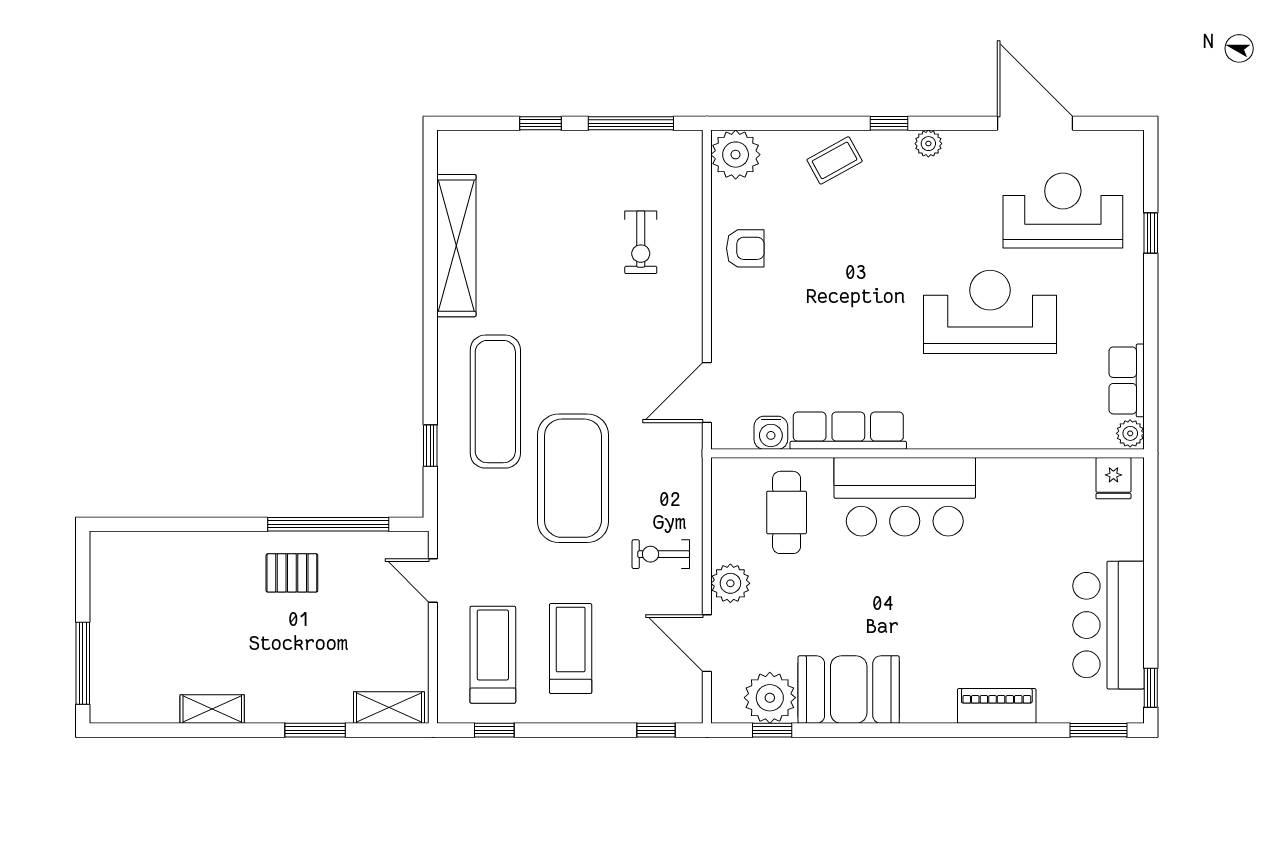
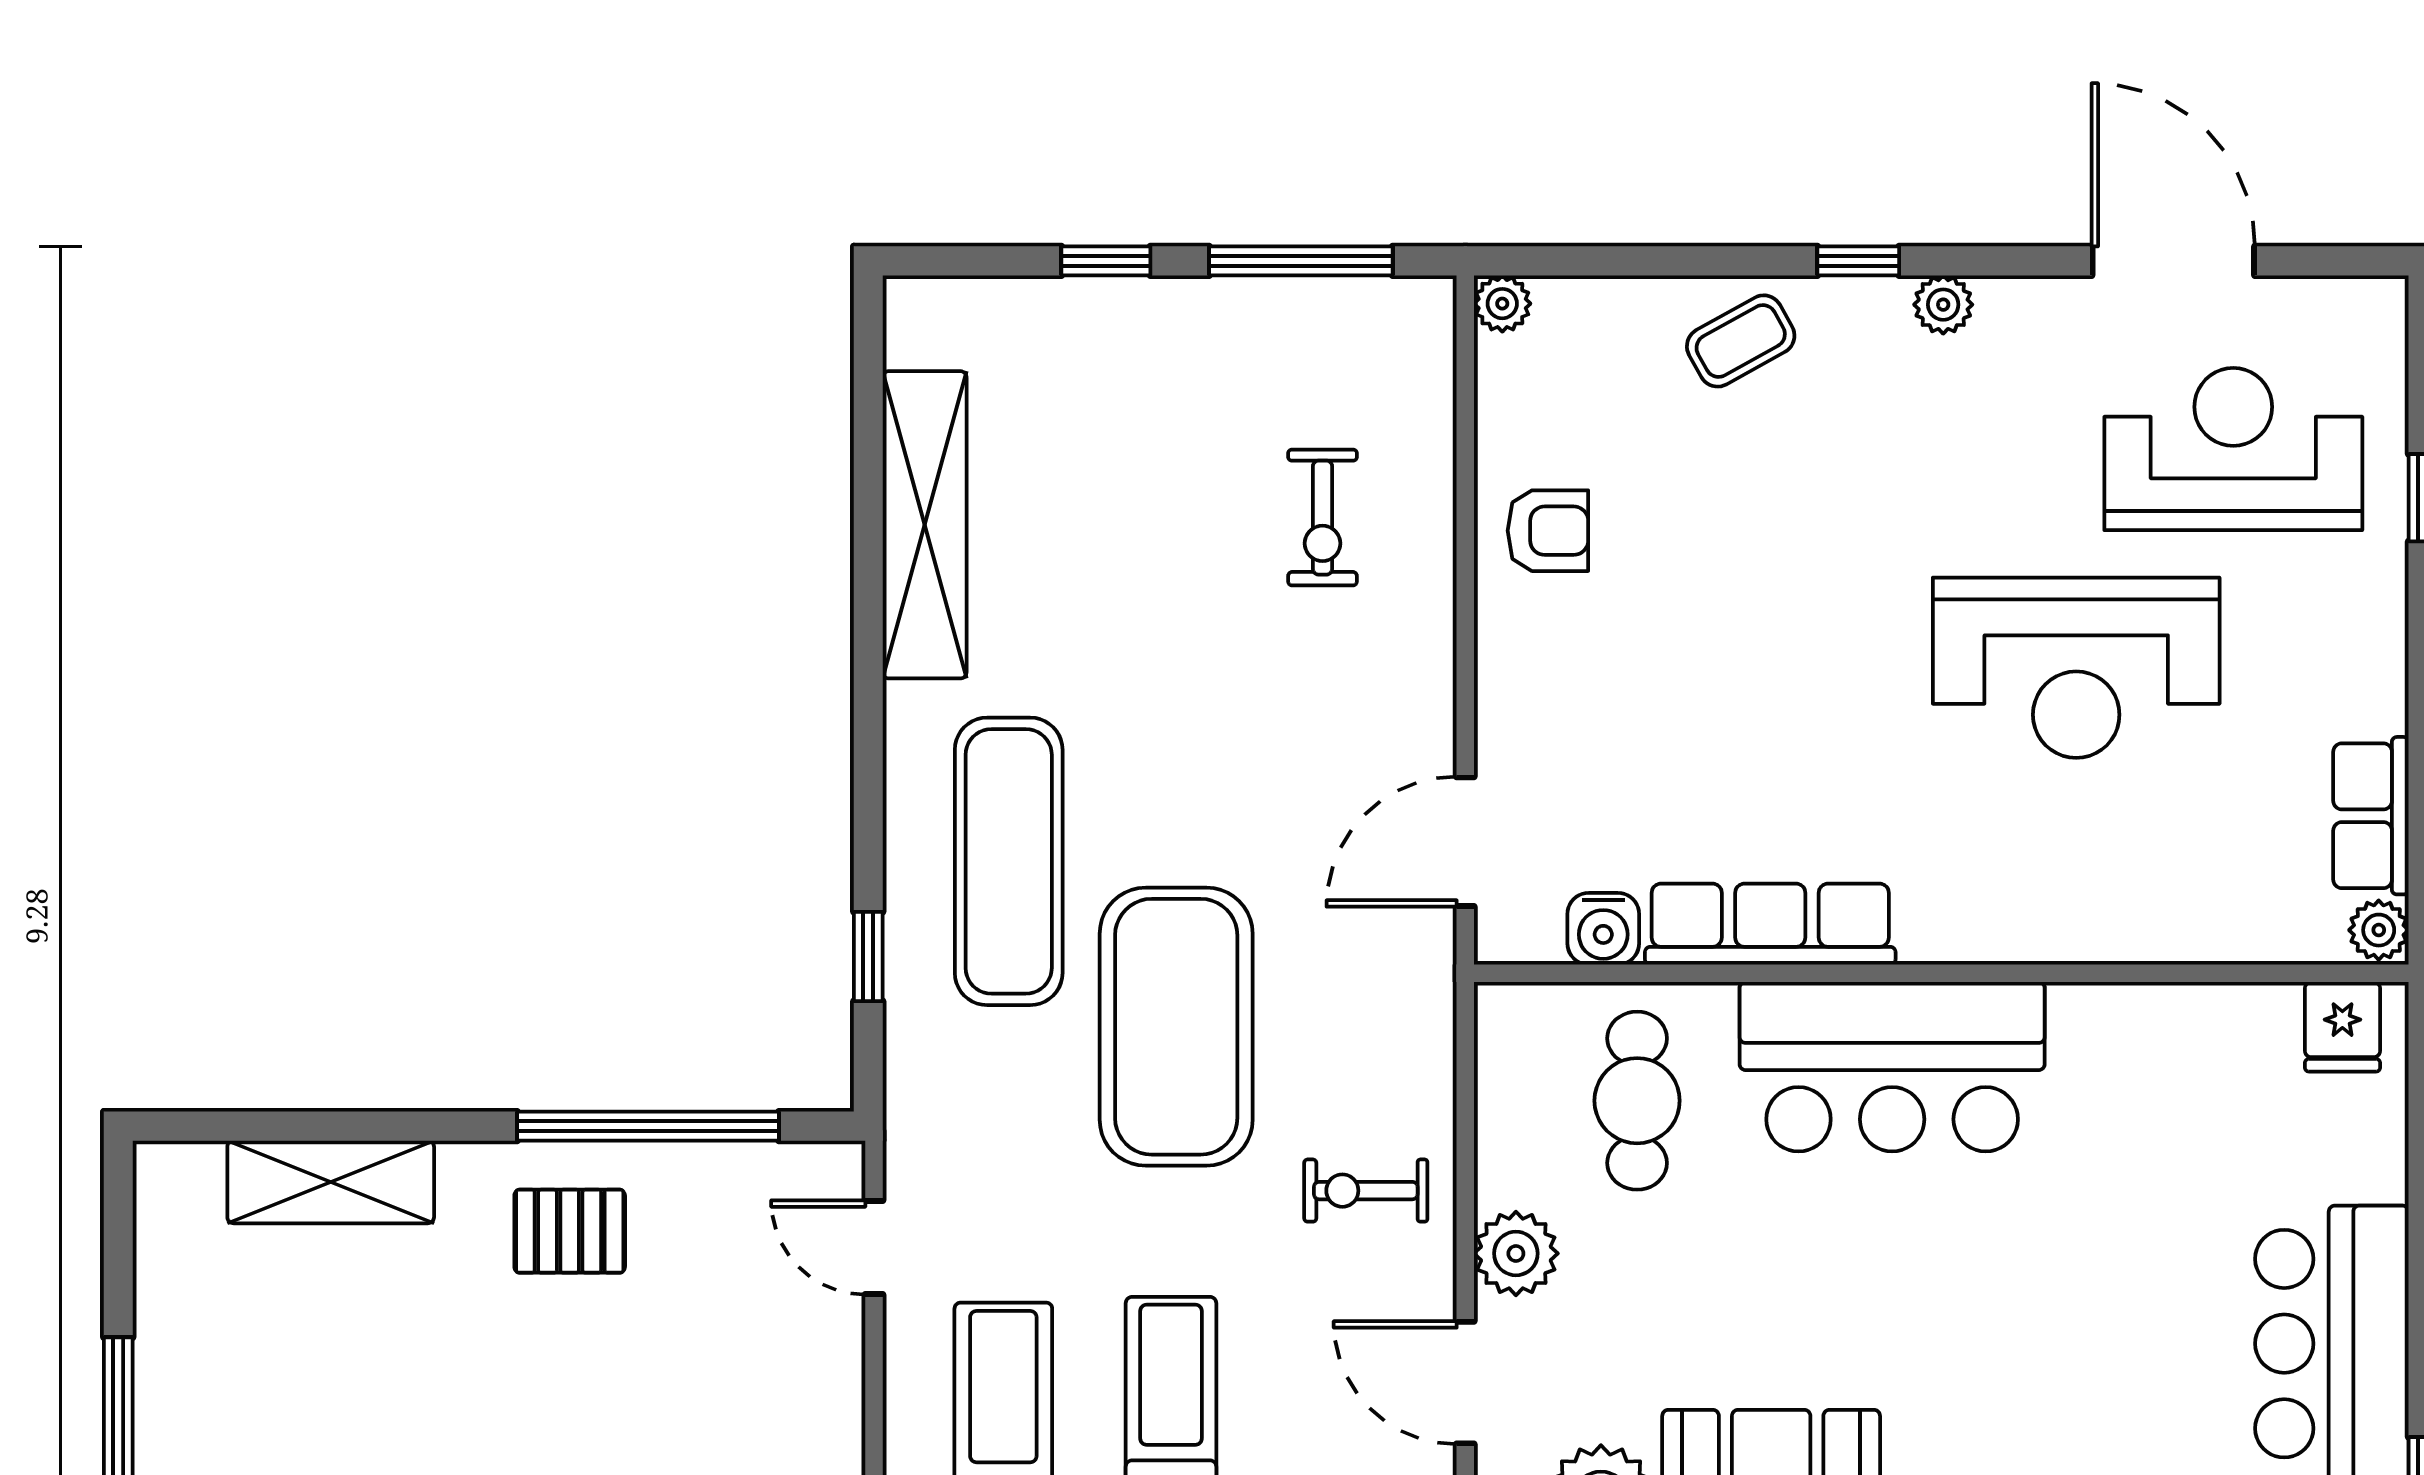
plant: (736, 155) -> (1502, 304), width x0.53, depth x0.53
reception desk: (990, 312) -> (2076, 668), turned 180
shelving: (181, 550) -> (331, 1182), added

